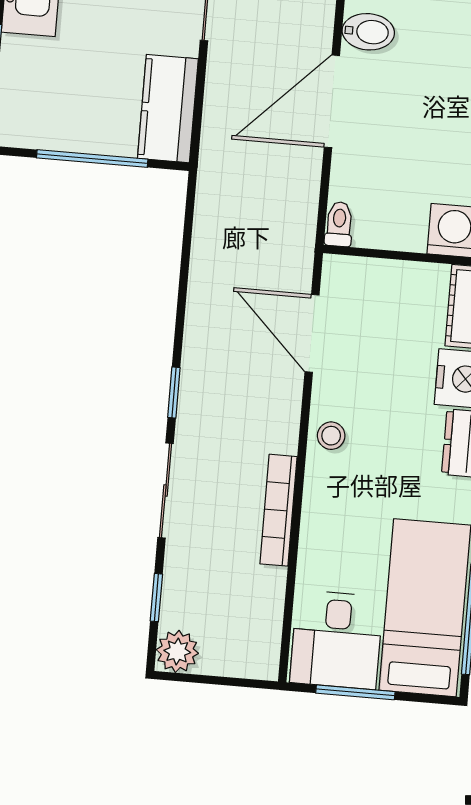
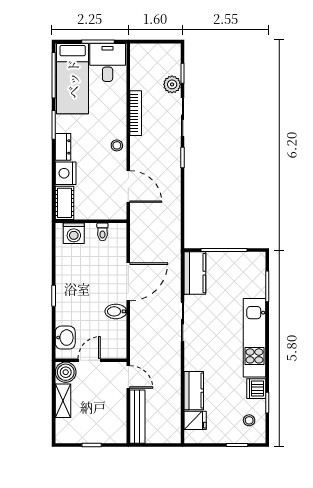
toilet: (339, 224) -> (102, 232), moved
plant: (177, 651) -> (172, 84), moved

